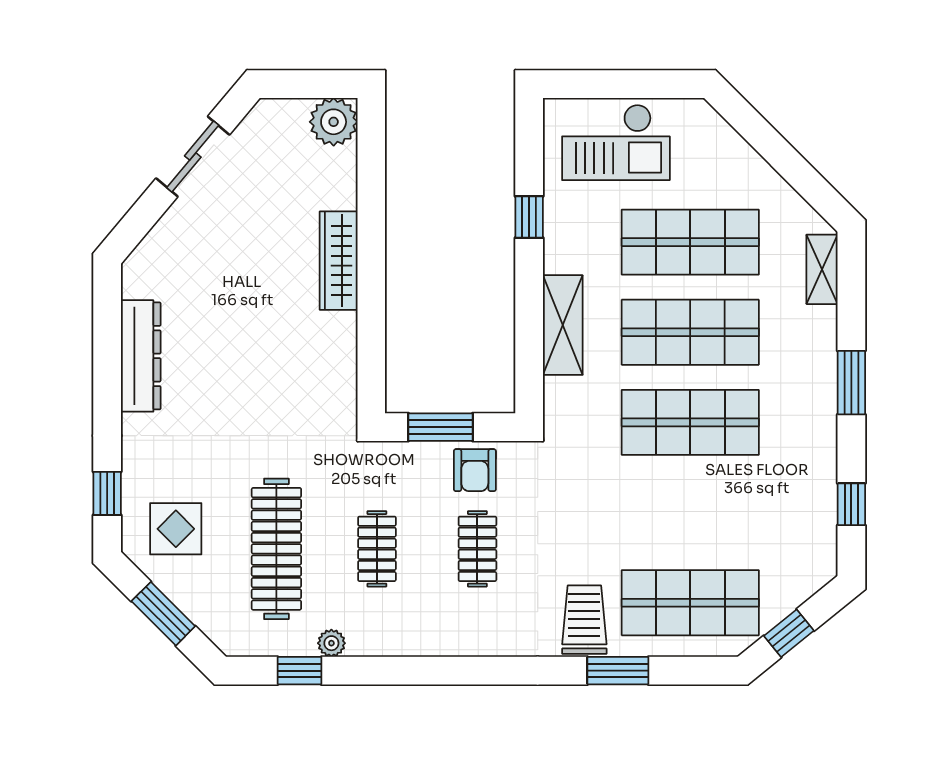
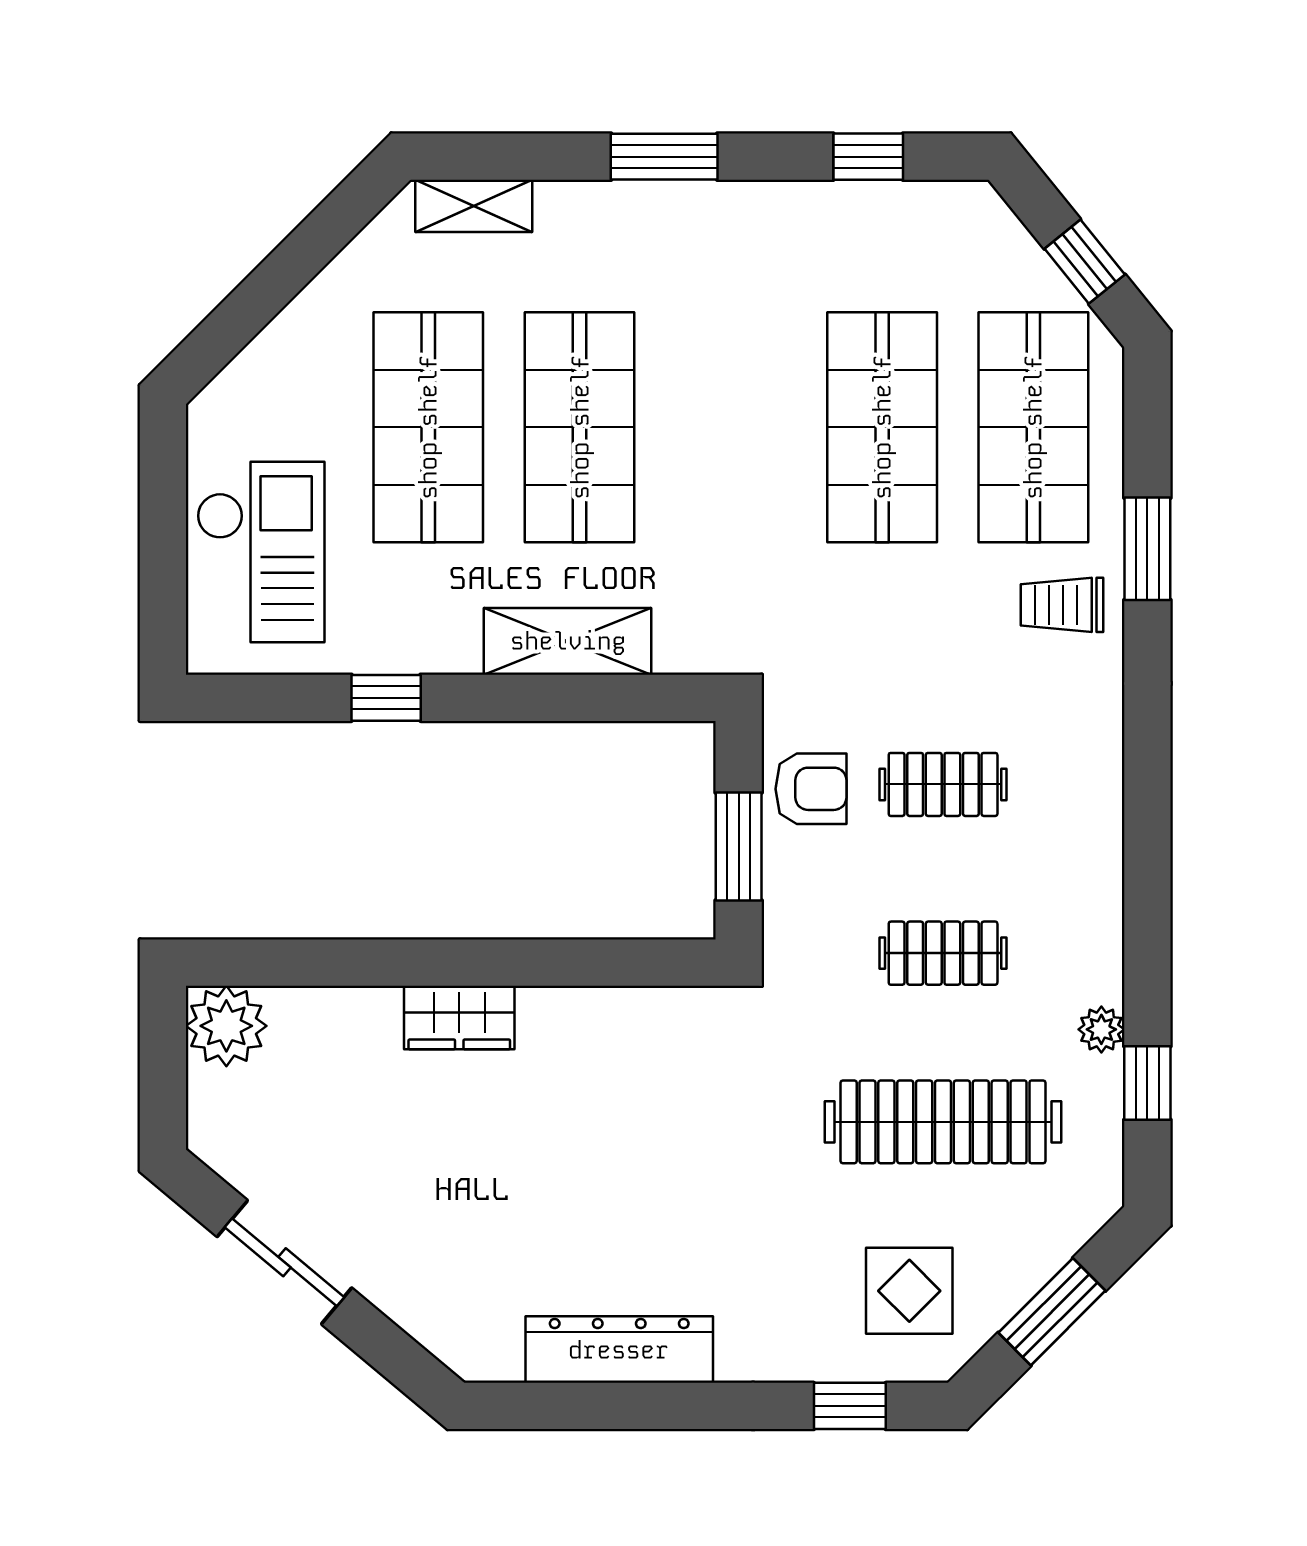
wardrobe: (339, 261) -> (459, 1018), width x0.67
shop shelf: (690, 422) -> (882, 427), moved
trolley: (584, 620) -> (1062, 605), width x0.73, depth x0.72

